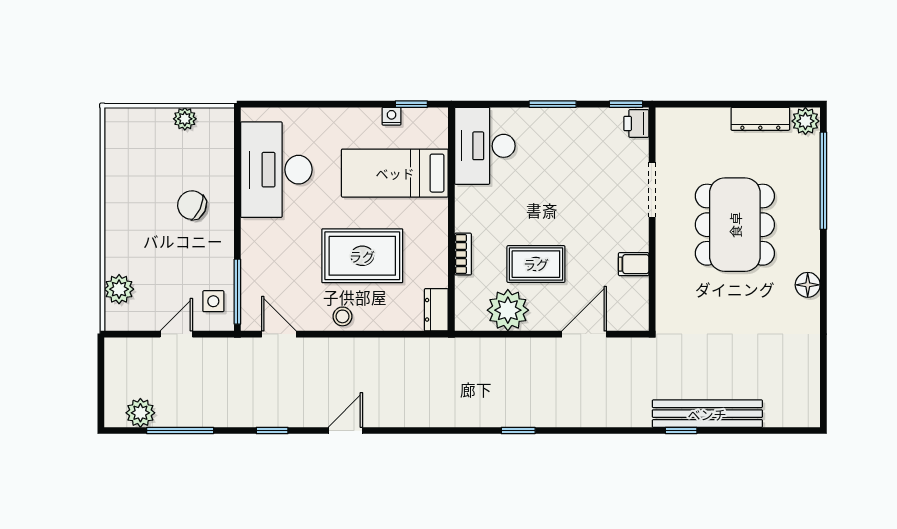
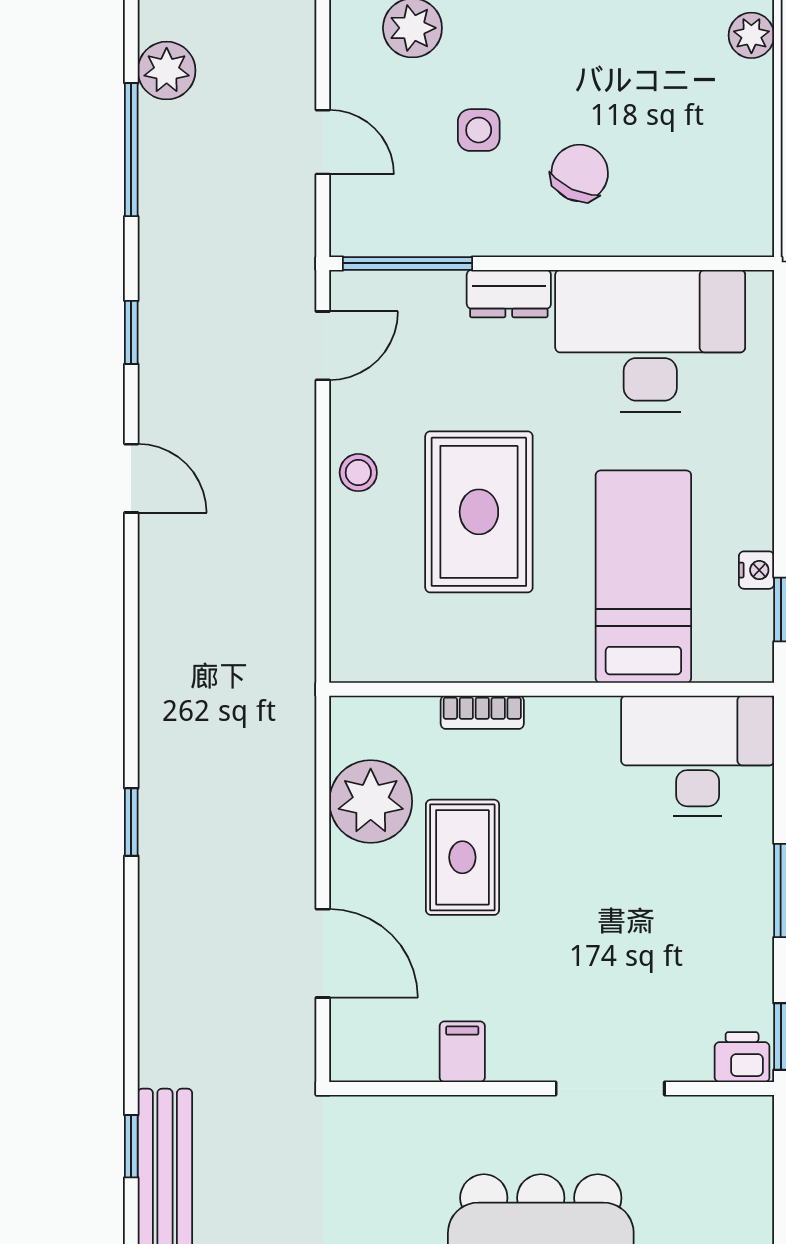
plant: (185, 119) -> (751, 35), moved
side table: (213, 301) -> (479, 130), moved
dresser: (436, 310) -> (509, 294), moved, turned 180

